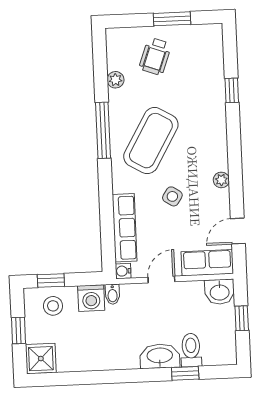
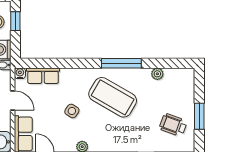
wheelchair: (155, 56) -> (173, 125), moved
row of seats: (125, 228) -> (43, 76), width x0.68

